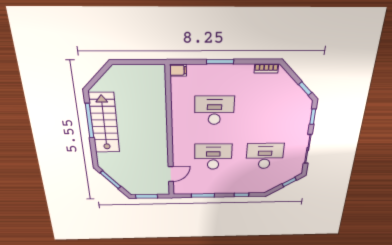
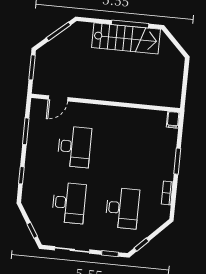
bookcase: (266, 69) -> (167, 193), moved
desk: (214, 110) -> (122, 208), moved
door: (171, 174) -> (58, 98), hinge flipped

